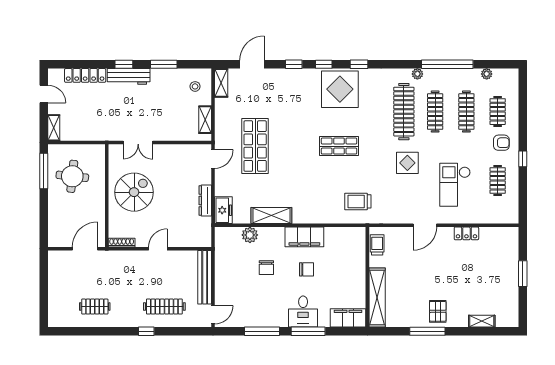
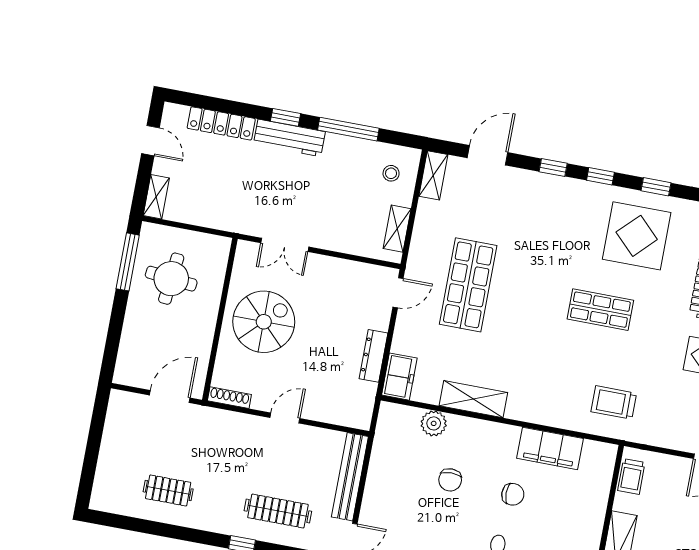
window: (164, 64) -> (348, 129), width x1.44
display table: (340, 89) -> (637, 236), moved
filing cabinet: (304, 237) -> (550, 448), moved
trolley: (377, 245) -> (631, 476), turned 180

